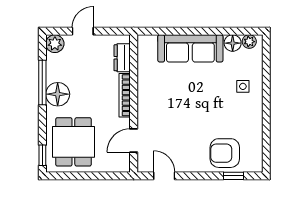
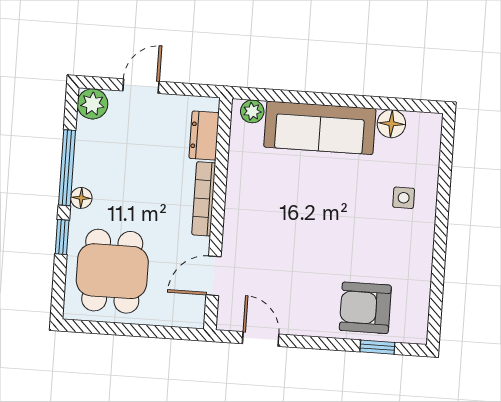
plant: (249, 42) -> (252, 111), moved
floor lamp: (58, 94) -> (81, 198), width x0.53, depth x0.53
window: (42, 155) -> (62, 237), moved

